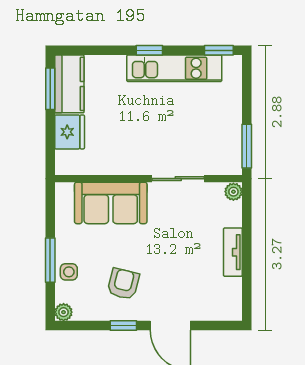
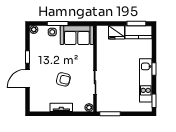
sofa: (111, 203) -> (77, 35), moved, turned -90
armchair: (123, 284) -> (63, 79), moved

